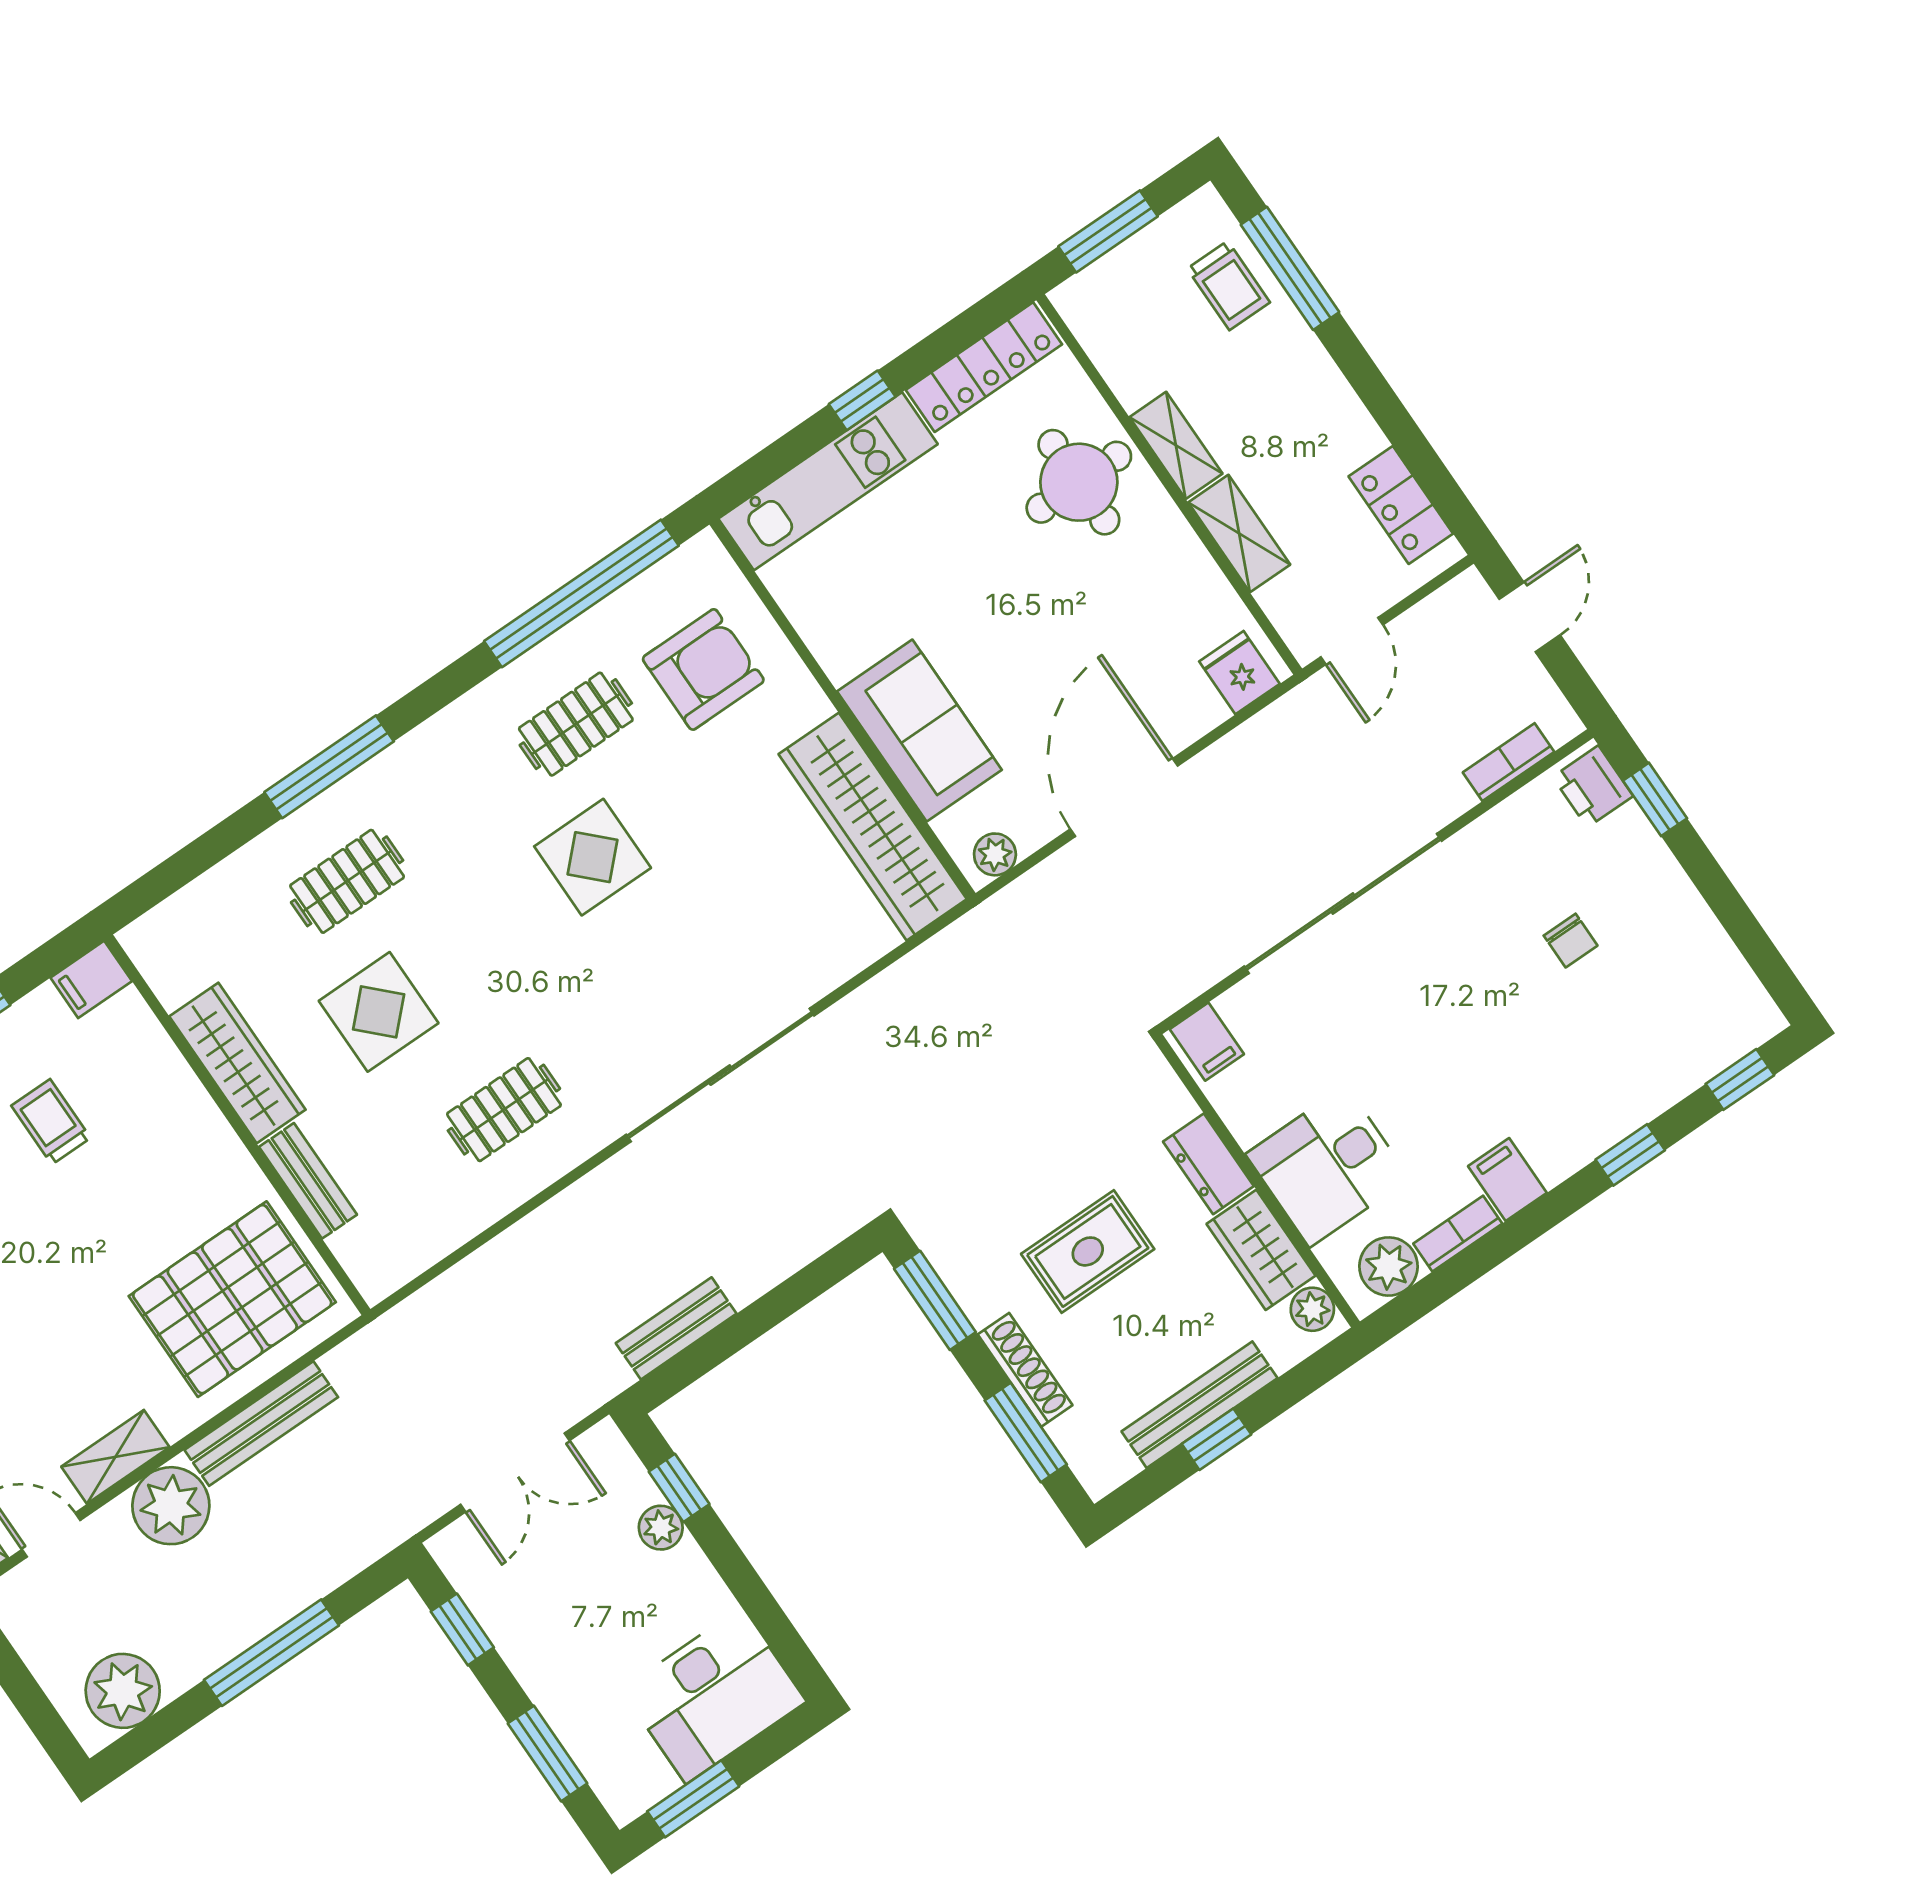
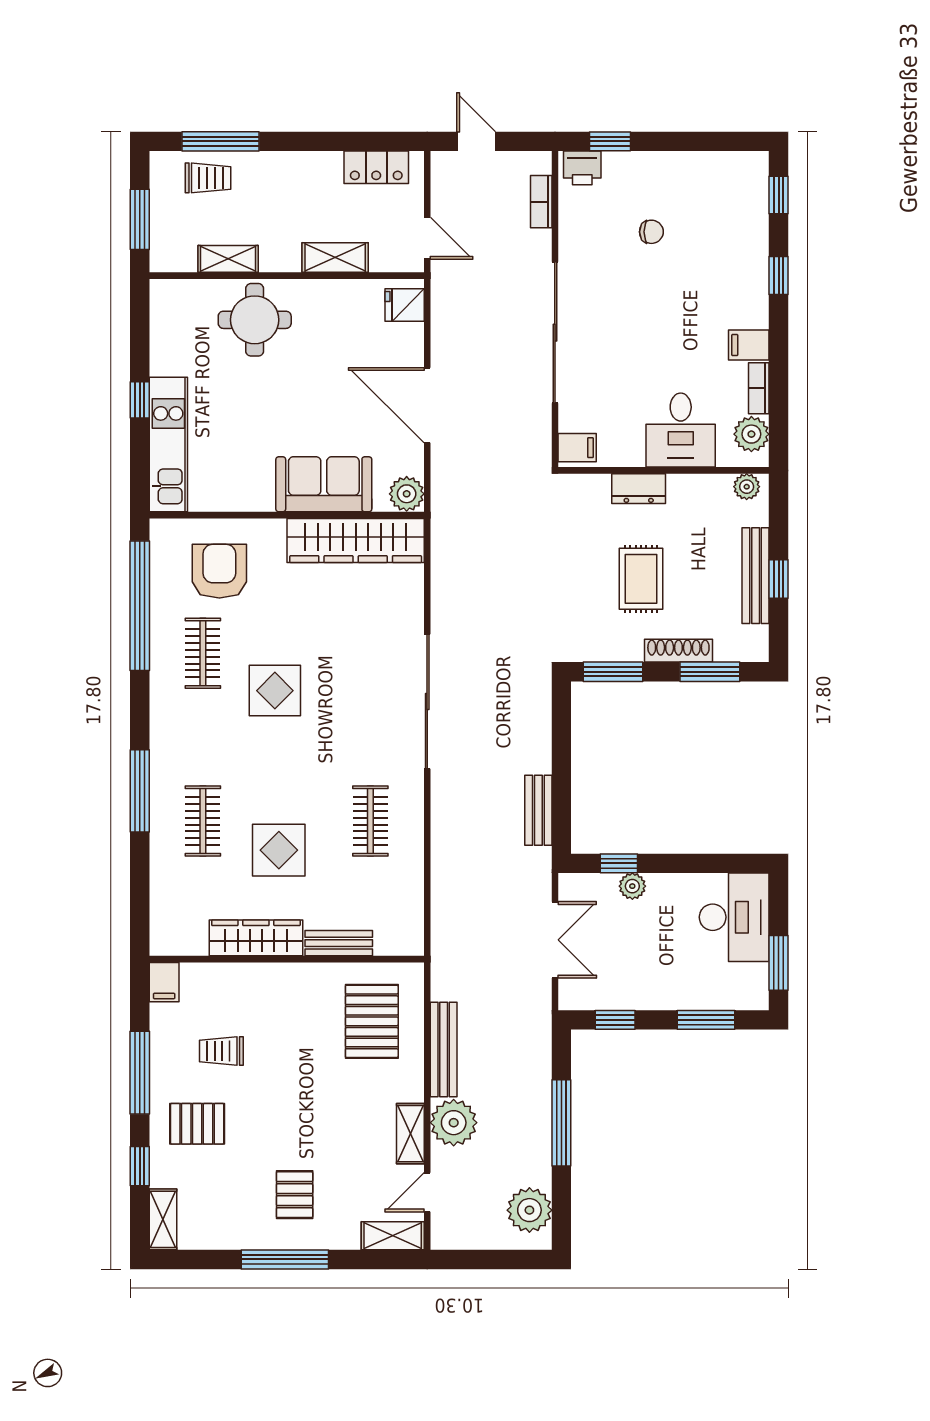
locker: (984, 367) -> (165, 328), removed
shelving: (1176, 445) -> (228, 259), moved
plant: (995, 854) -> (407, 494), width x1.38, depth x1.38
wardrobe: (1261, 1250) -> (699, 492), removed
pallet: (232, 1299) -> (372, 1021), width x0.73, depth x0.71

